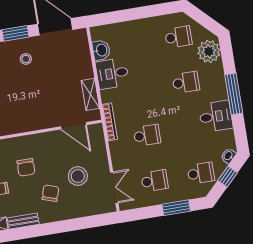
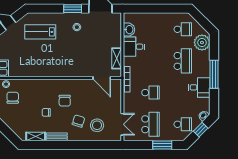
school desk: (186, 82) -> (183, 61), width x1.85
stool: (78, 176) -> (97, 125), moved
school desk: (155, 181) -> (151, 124), width x1.85

